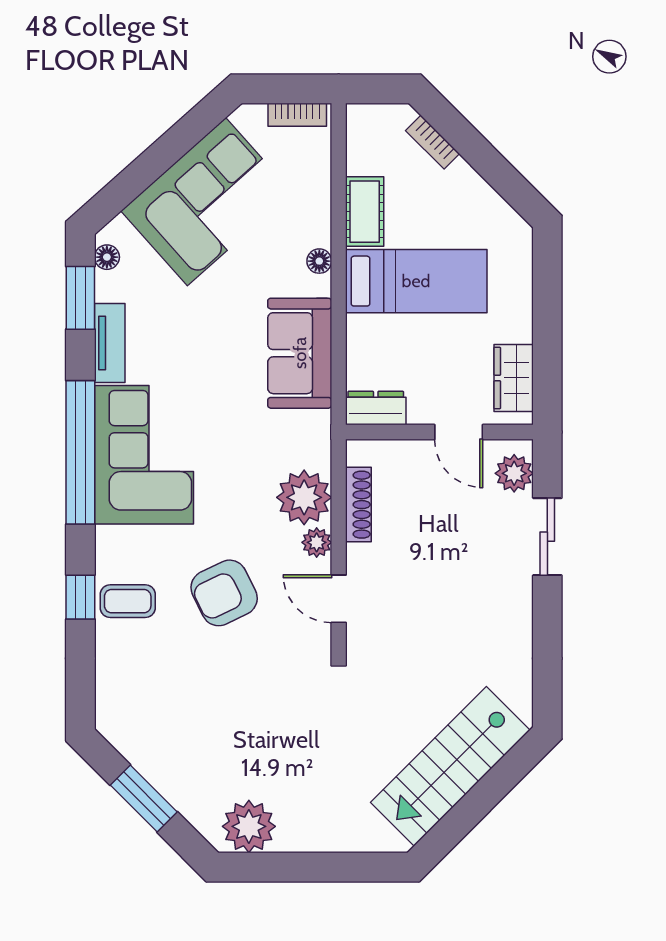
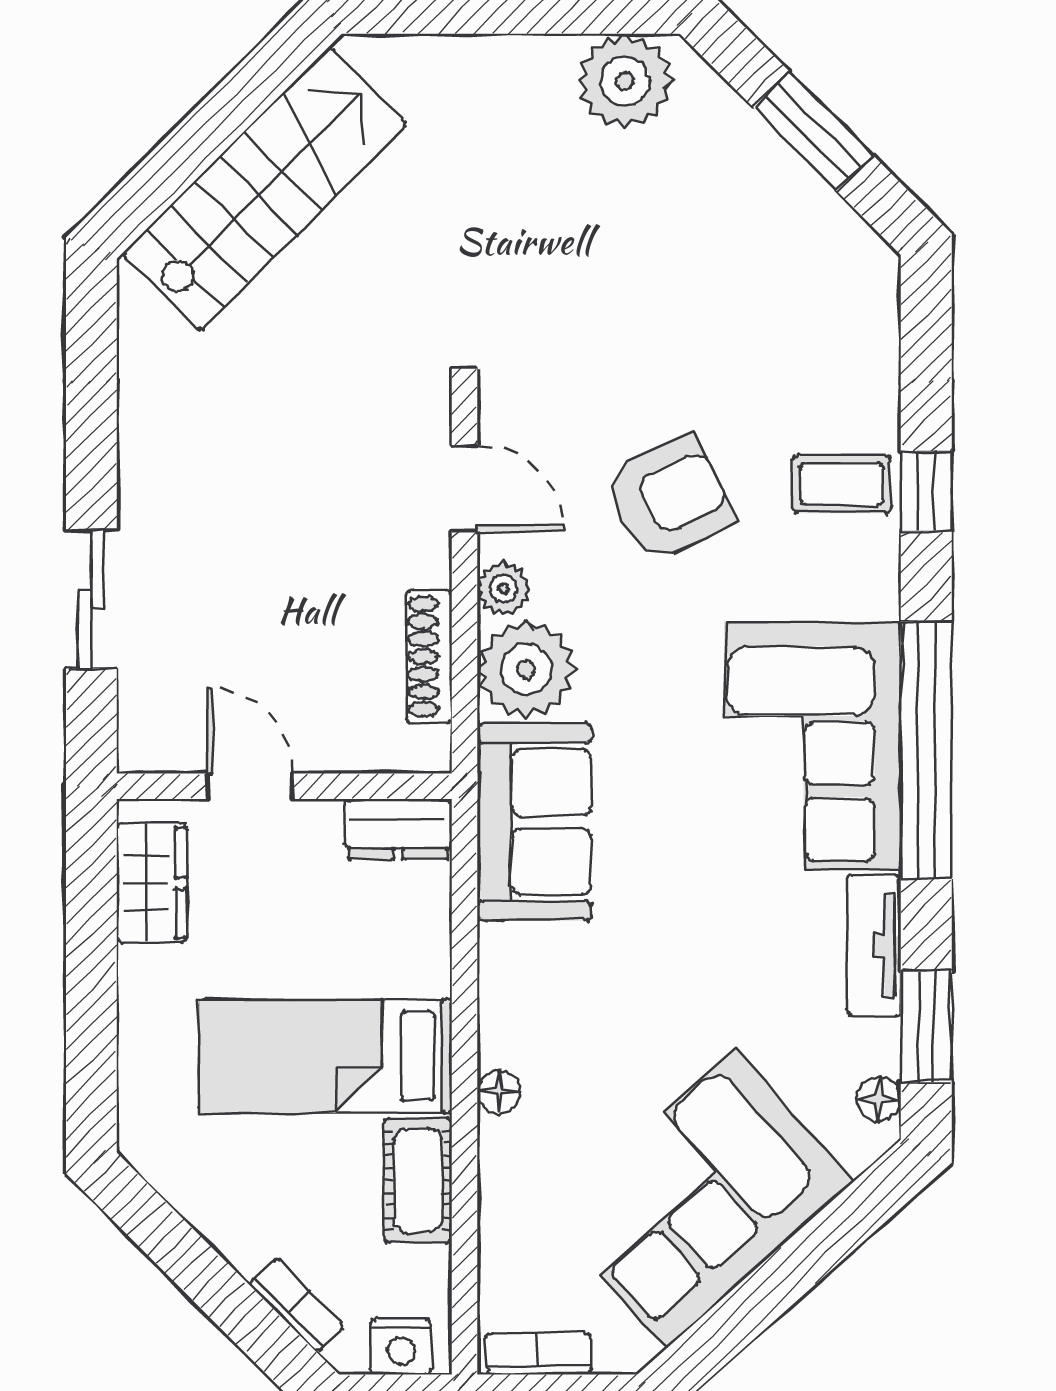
nightstand: (374, 119) -> (401, 1347), added
sofa: (300, 353) -> (534, 822), moved
plant: (514, 473) -> (151, 713), removed

